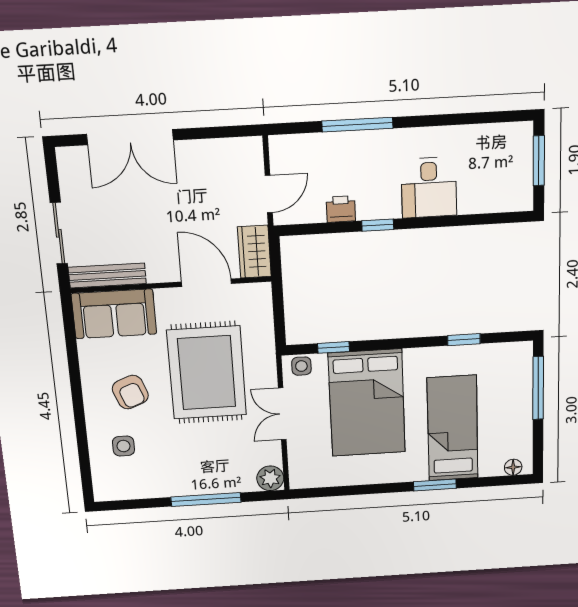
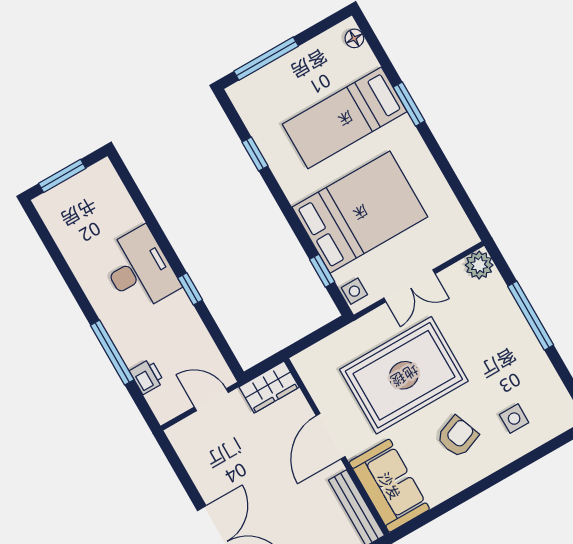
desk: (429, 187) -> (139, 270), width x1.37
printer: (341, 209) -> (147, 377), moved, turned 180
door: (206, 283) -> (331, 436), moved

